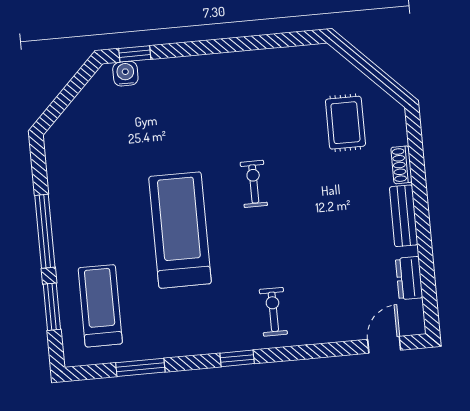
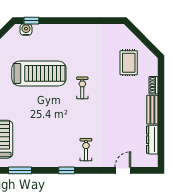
treadmill: (180, 230) -> (39, 73), moved, turned 90
dresser: (409, 278) -> (152, 140), width x1.44
door: (384, 345) -> (123, 170), moved

